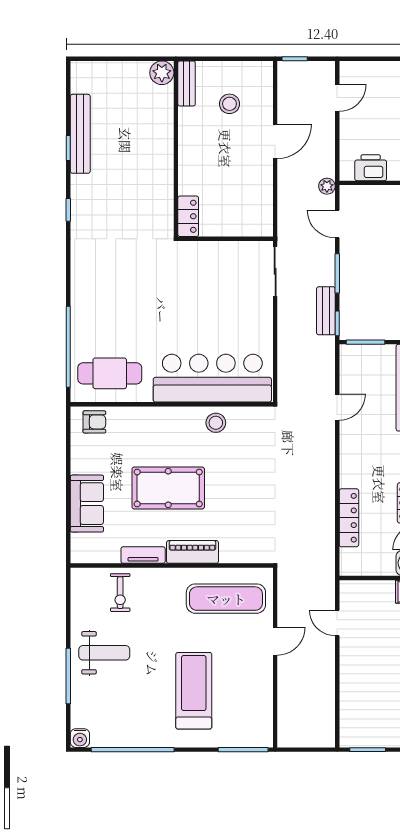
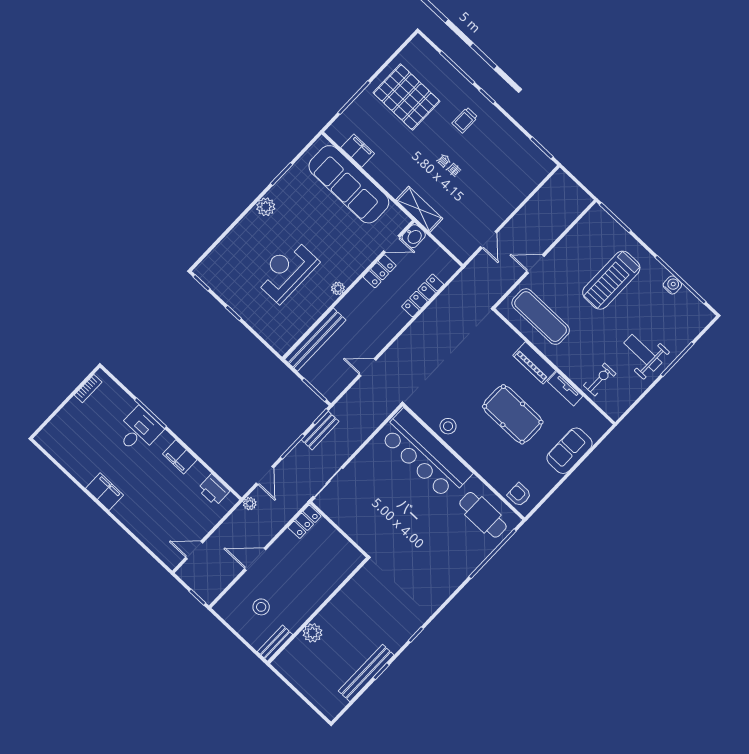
plant: (162, 73) -> (312, 633), moved
locker: (188, 216) -> (304, 522), moved, turned 180
water cooler: (80, 738) -> (672, 285), moved

